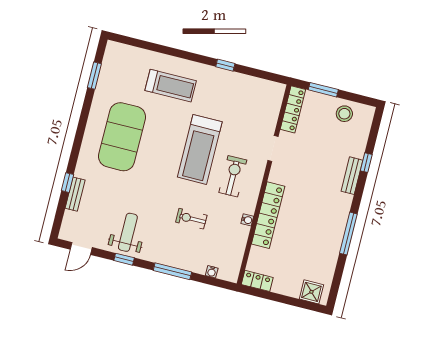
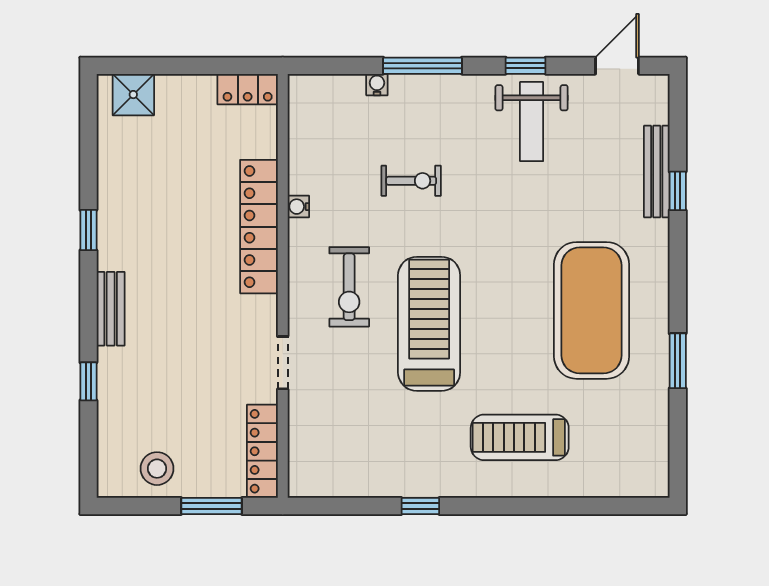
window: (94, 76) -> (678, 361), moved
bench: (352, 176) -> (111, 309), moved
bench: (75, 194) -> (657, 171), width x1.36
window: (348, 234) -> (88, 230), width x0.46
water cooler: (212, 272) -> (377, 85), moved

